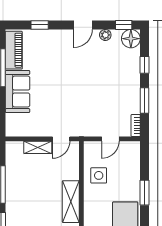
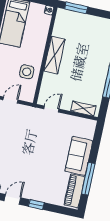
window: (40, 25) -> (36, 204), moved
shelving: (38, 147) -> (83, 109), moved

